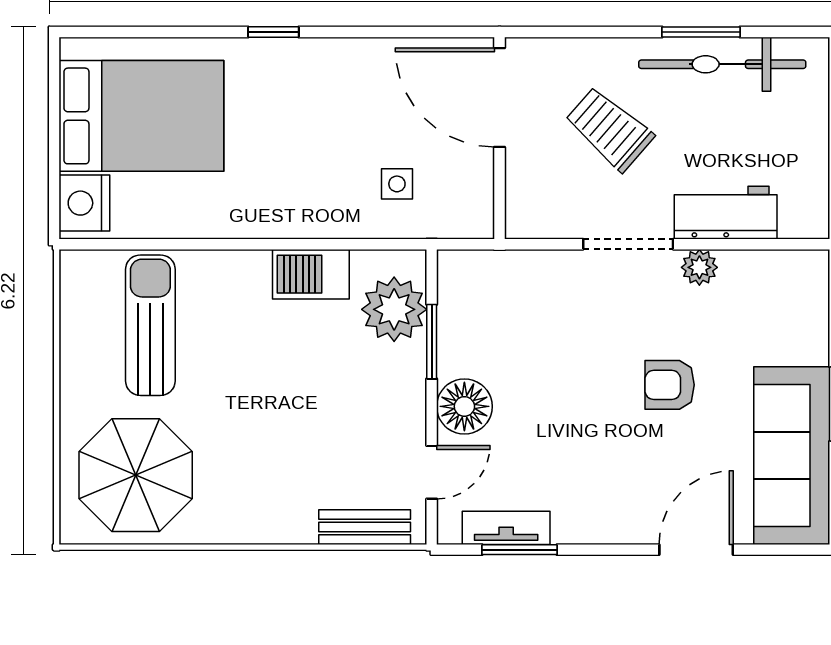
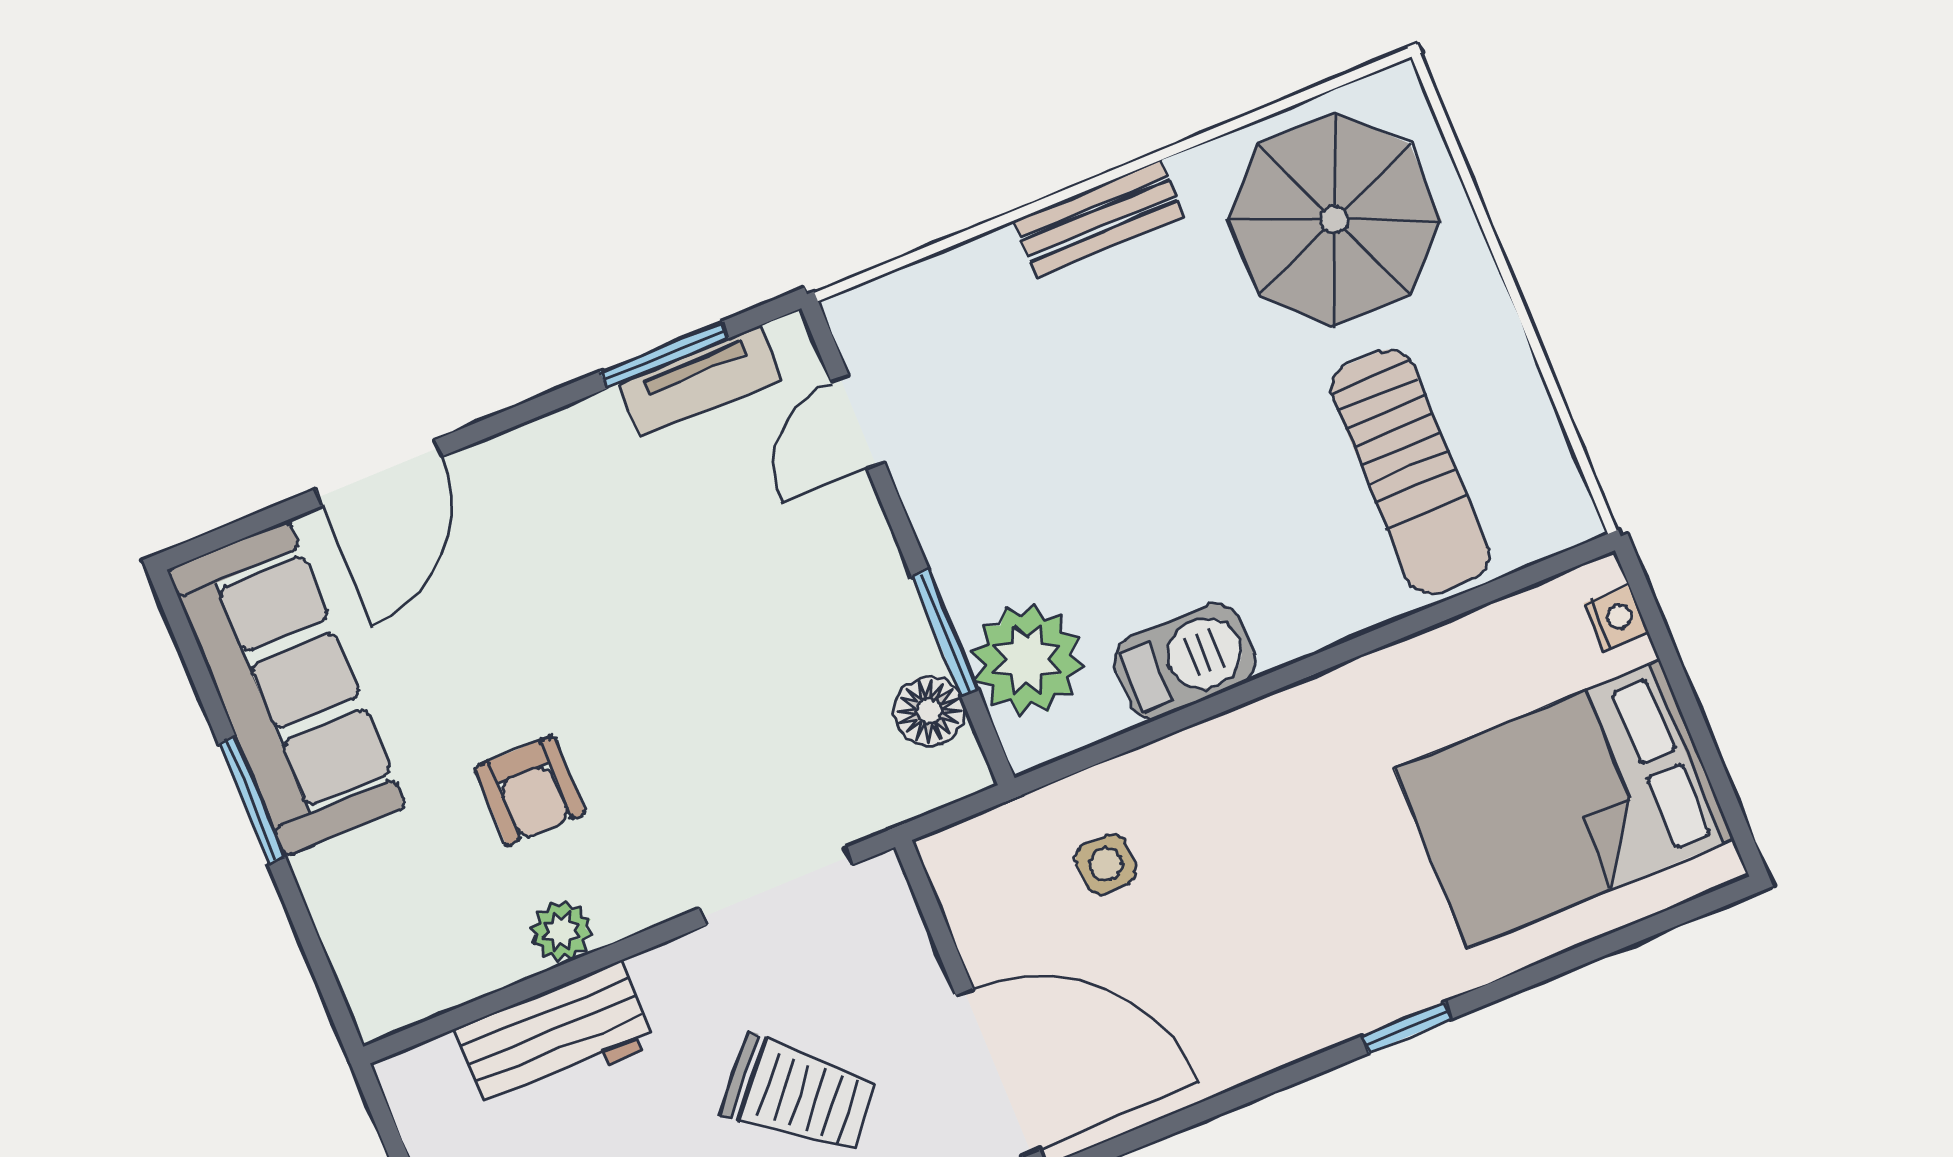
nightstand: (84, 203) -> (1616, 618), width x0.53, depth x0.56
doorway: (628, 244) -> (776, 886), moved
armchair: (670, 385) -> (530, 790), moved, turned 90
floor lamp: (464, 406) -> (929, 711), moved, width x0.73, depth x0.73
bench: (365, 527) -> (1099, 219), moved

